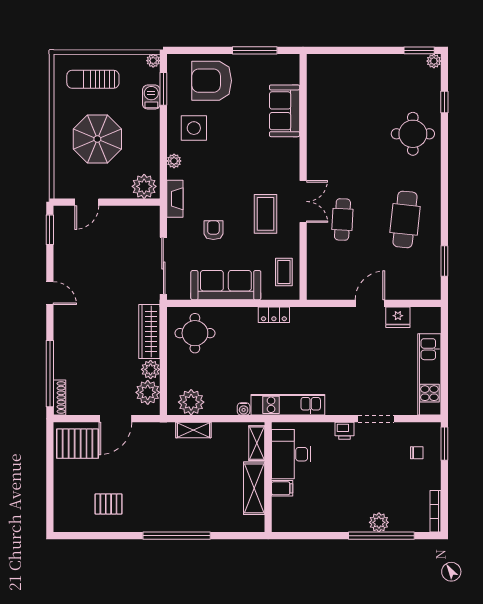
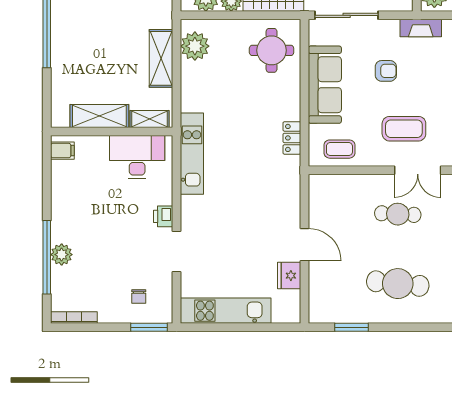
water cooler: (244, 409) -> (187, 104), removed
shelving: (193, 430) -> (161, 58), width x1.50, depth x1.33
filing cabinet: (282, 488) -> (62, 151), moved, turned -90

